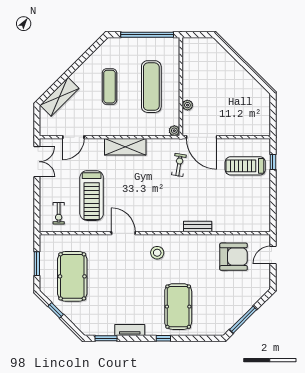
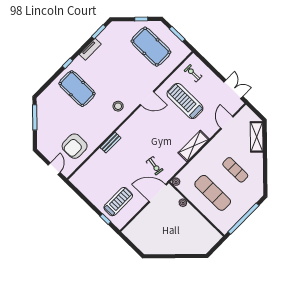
double door: (37, 162) -> (233, 89), swing flipped

